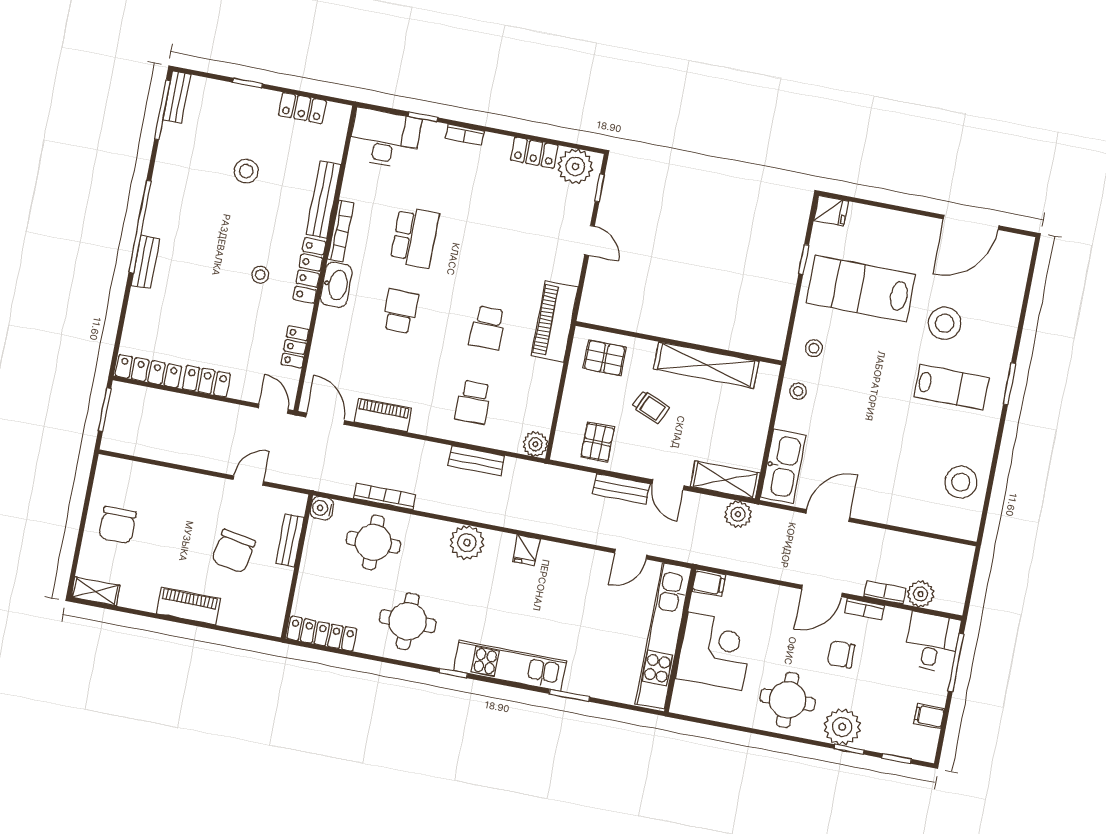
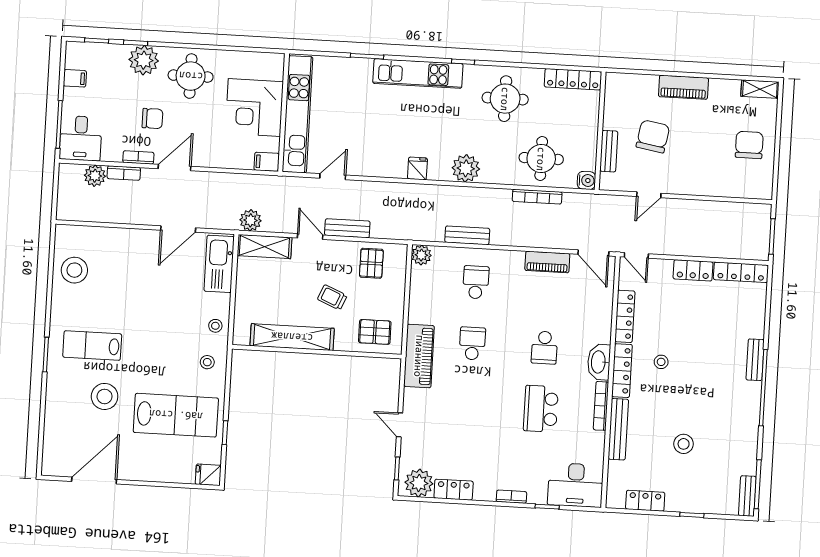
locker: (295, 347) -> (625, 316), width x1.53

